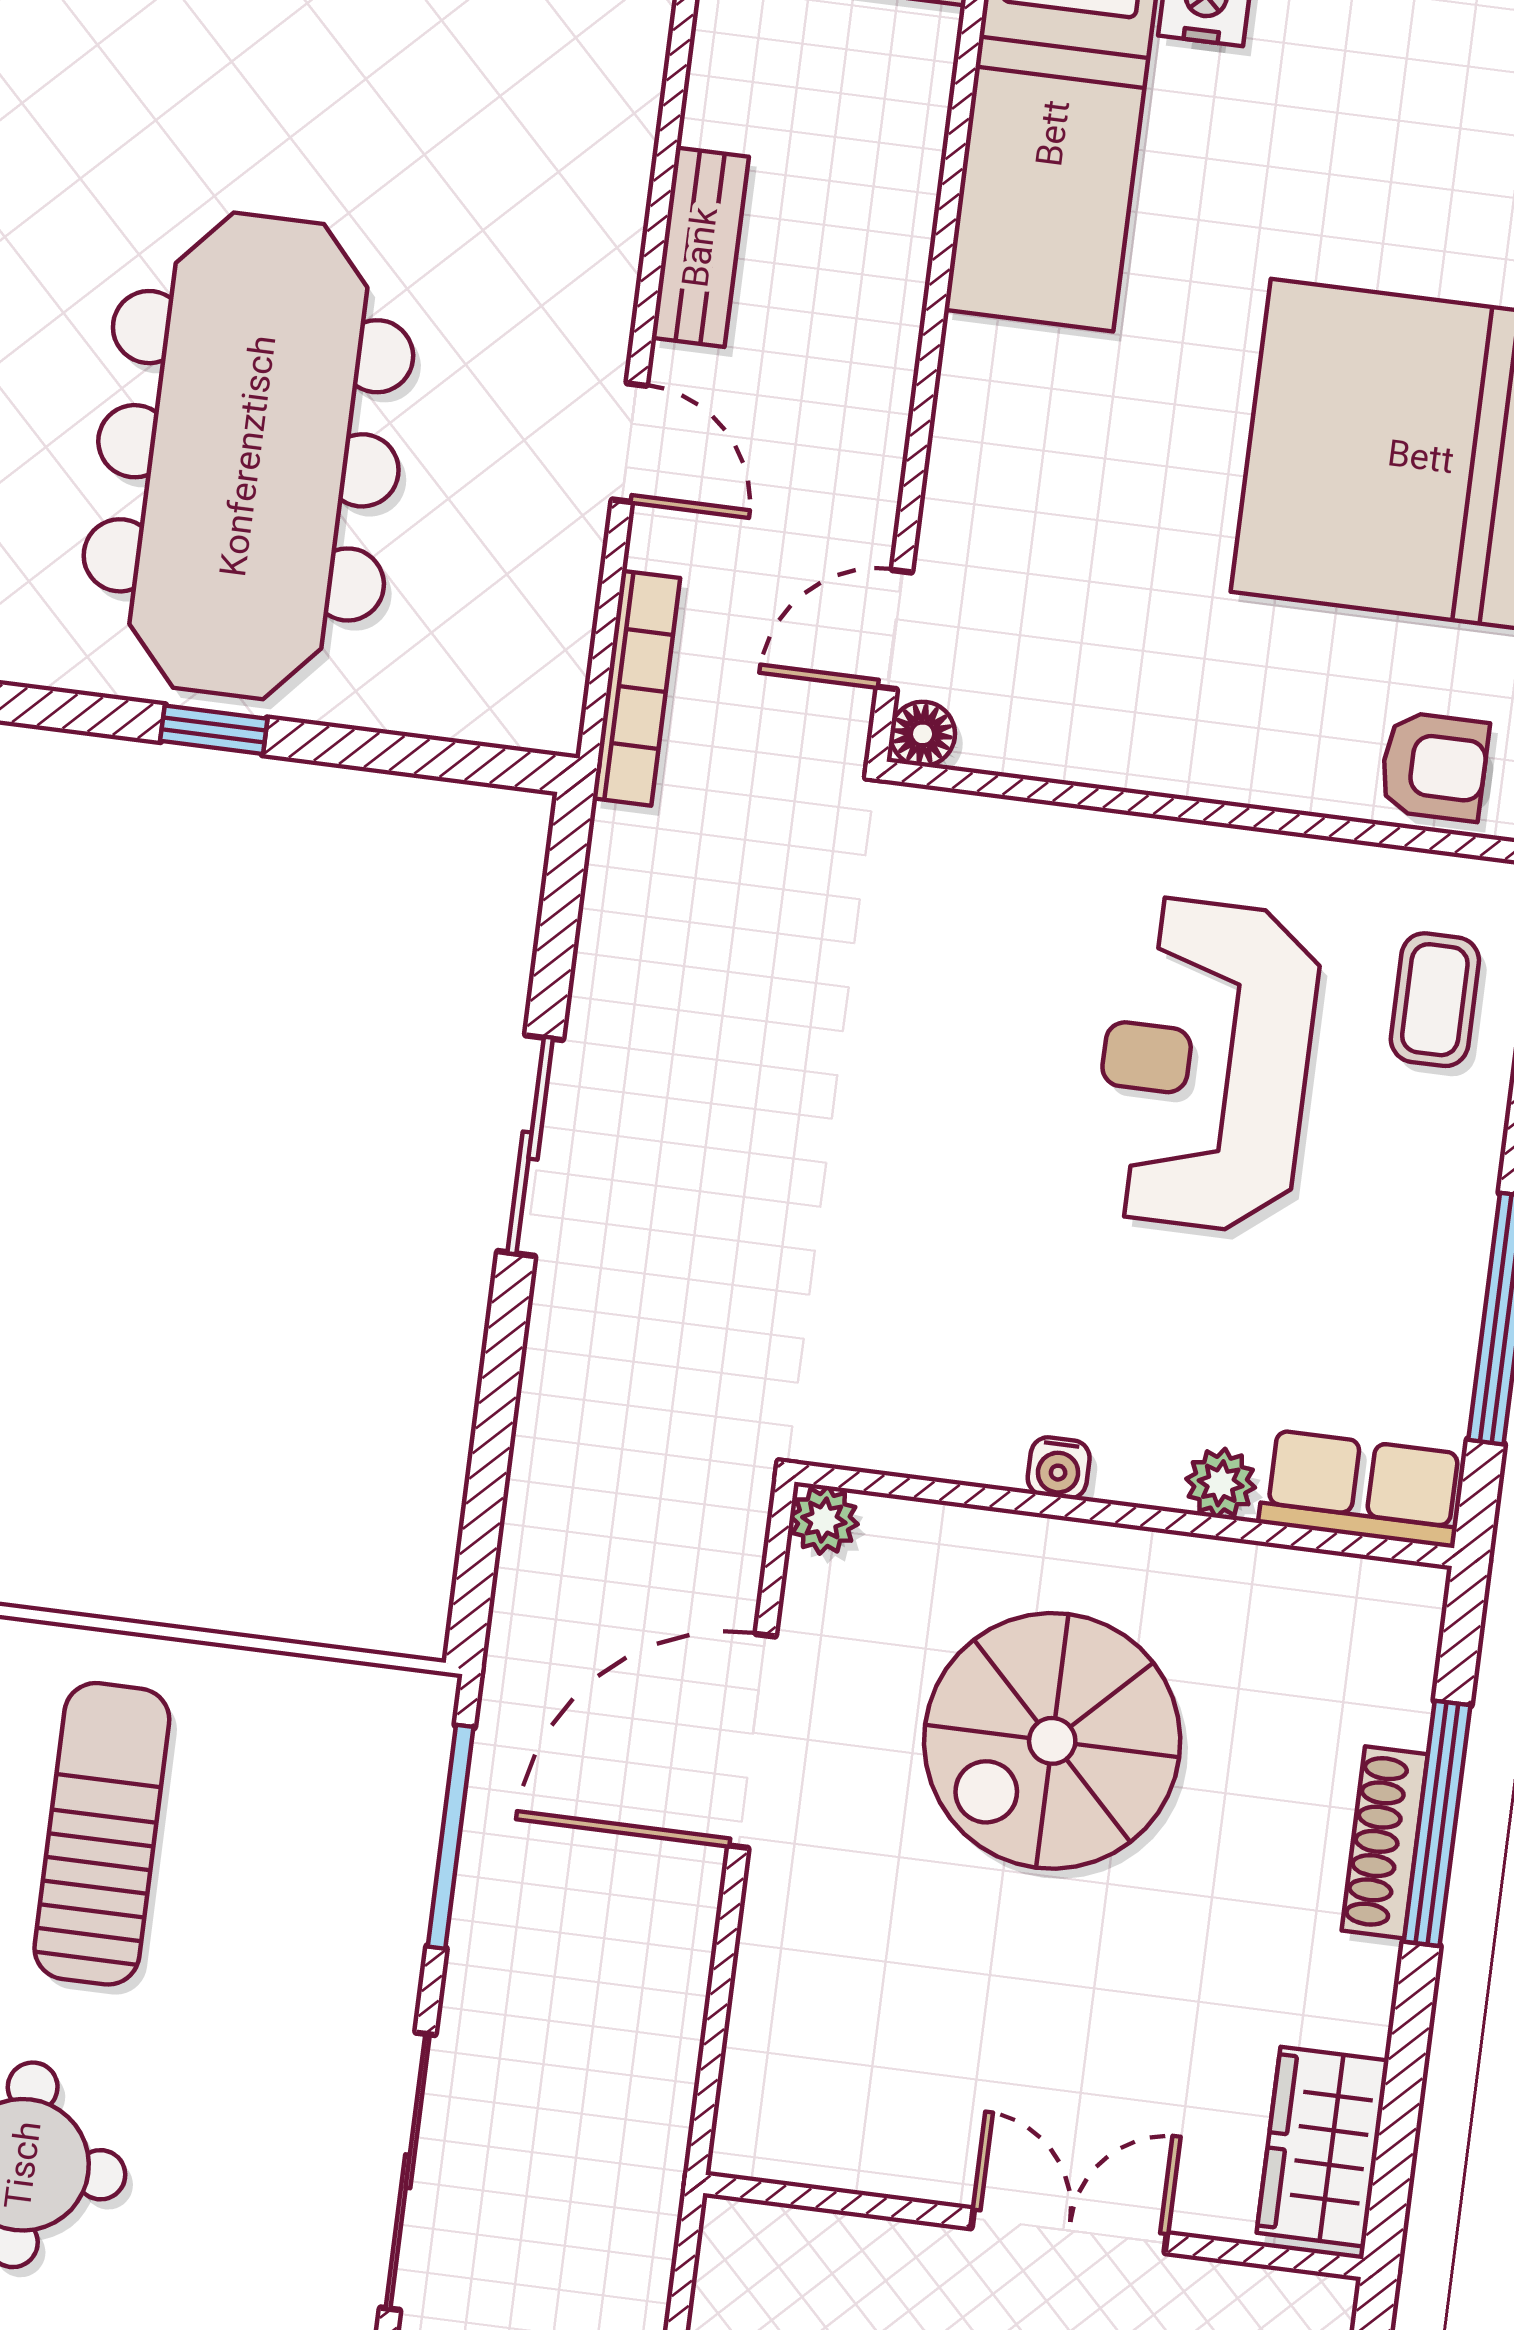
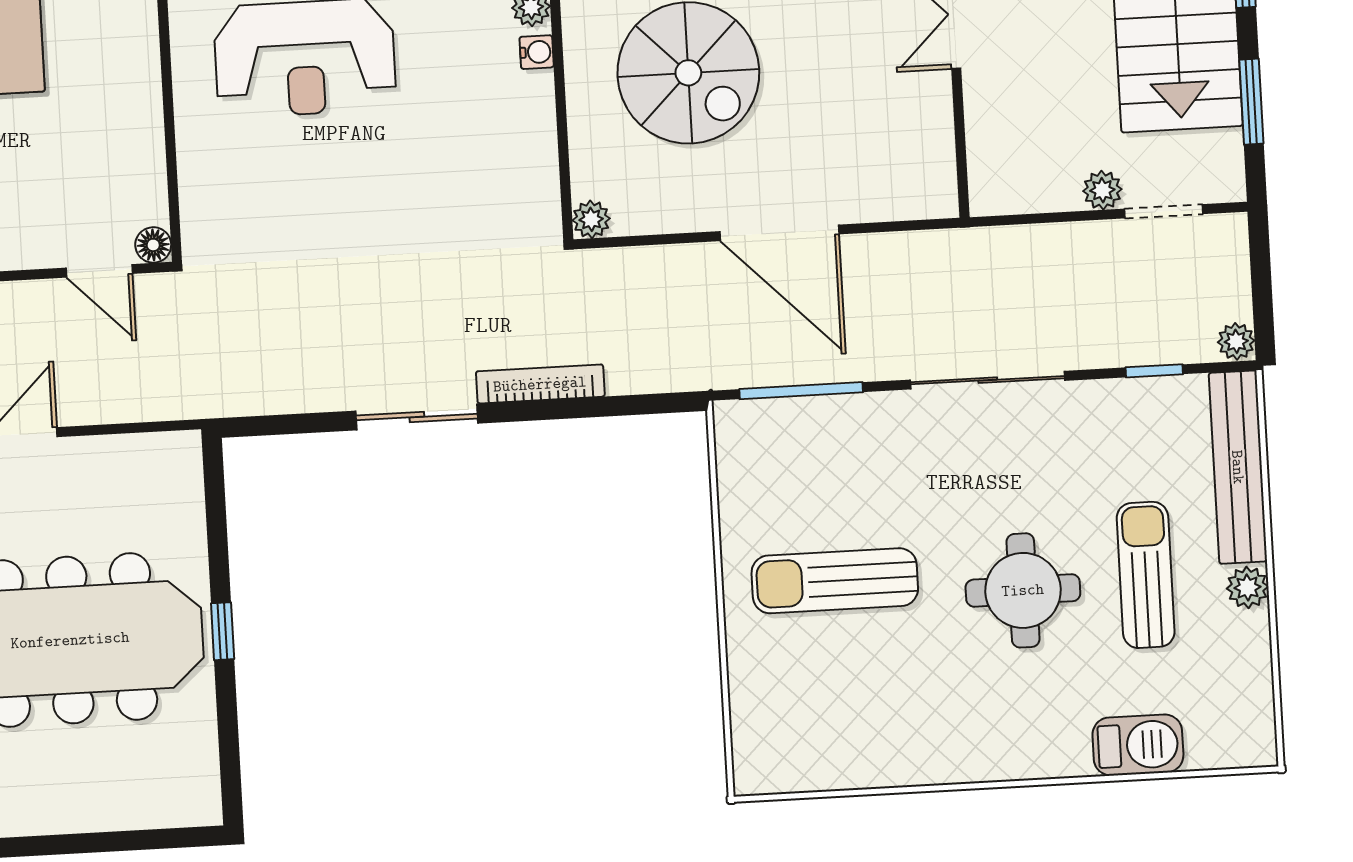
bookcase: (636, 688) -> (540, 384), moved
water cooler: (1059, 1468) -> (537, 52), moved
door: (752, 1741) -> (779, 233), moved

